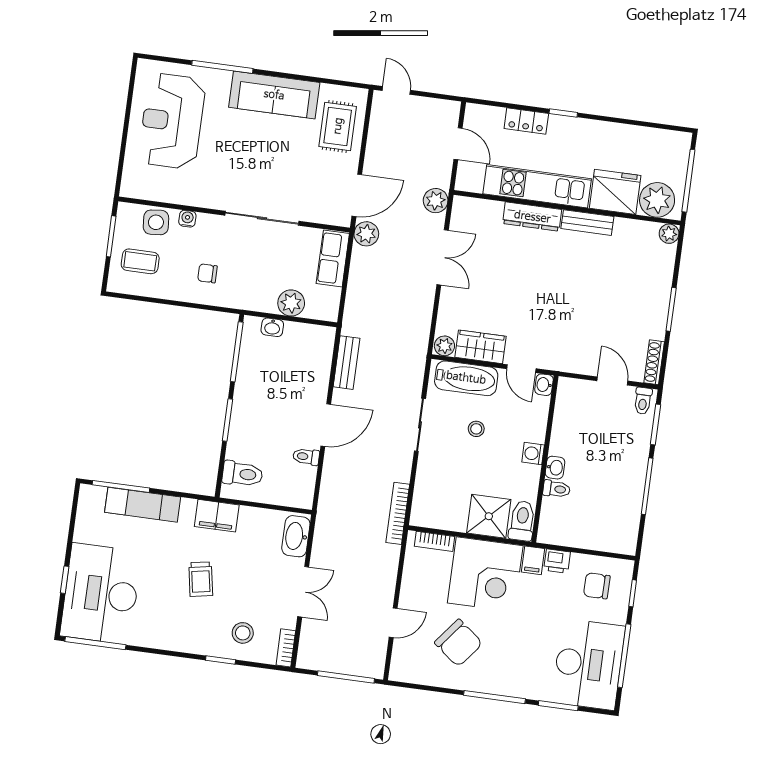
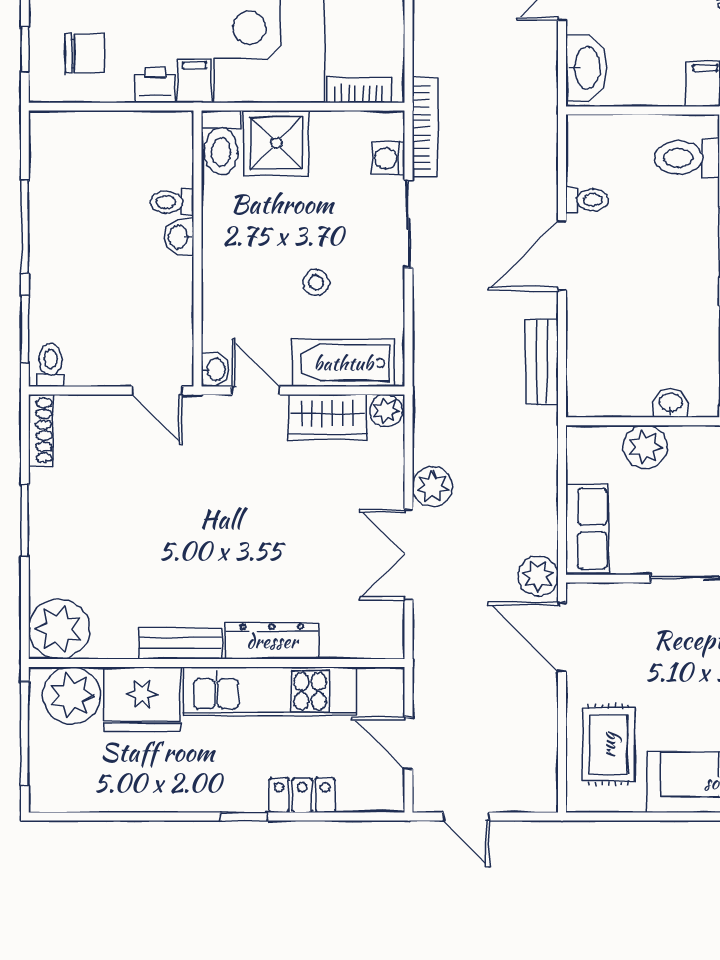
door: (396, 90) -> (466, 816), moved
door: (357, 195) -> (562, 637), hinge flipped
plant: (436, 201) -> (432, 487), moved
plant: (669, 234) -> (59, 629), width x1.87, depth x1.87
door: (612, 381) -> (157, 391), moved
sliding door: (420, 425) -> (409, 224), moved
washing machine: (533, 453) -> (388, 158), moved, turned 180

